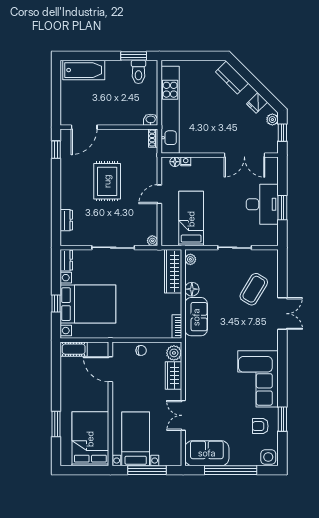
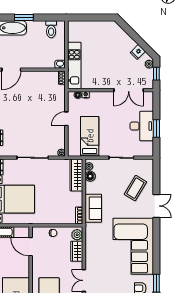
window: (134, 56) -> (24, 18), moved
kitchen counter: (232, 77) -> (119, 33), removed
kitchen unit: (170, 110) -> (74, 65), width x0.73
rug: (107, 181) -> (28, 109), removed
floor lamp: (192, 289) -> (90, 176), moved
corner sofa: (258, 379) -> (133, 246), width x1.36, depth x1.36

